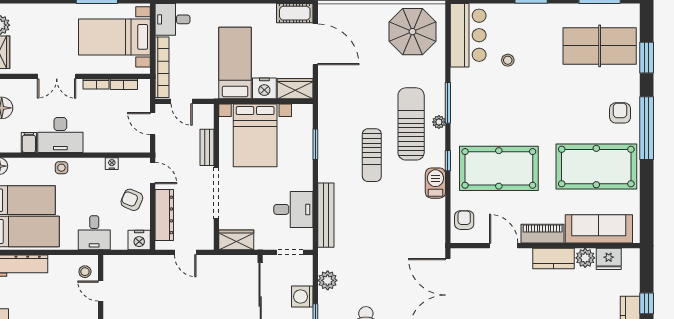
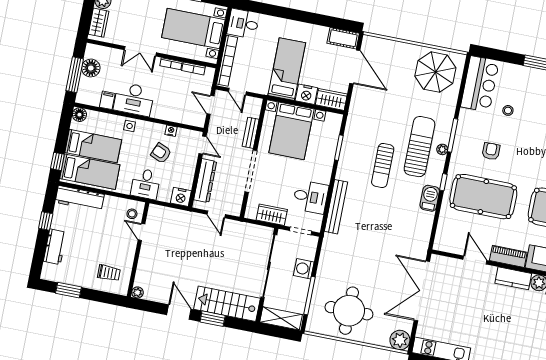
armchair: (132, 200) -> (161, 153), moved
armchair: (464, 220) -> (491, 151), moved
wardrobe: (236, 240) -> (272, 215), moved
plant: (328, 280) -> (327, 260), removed

